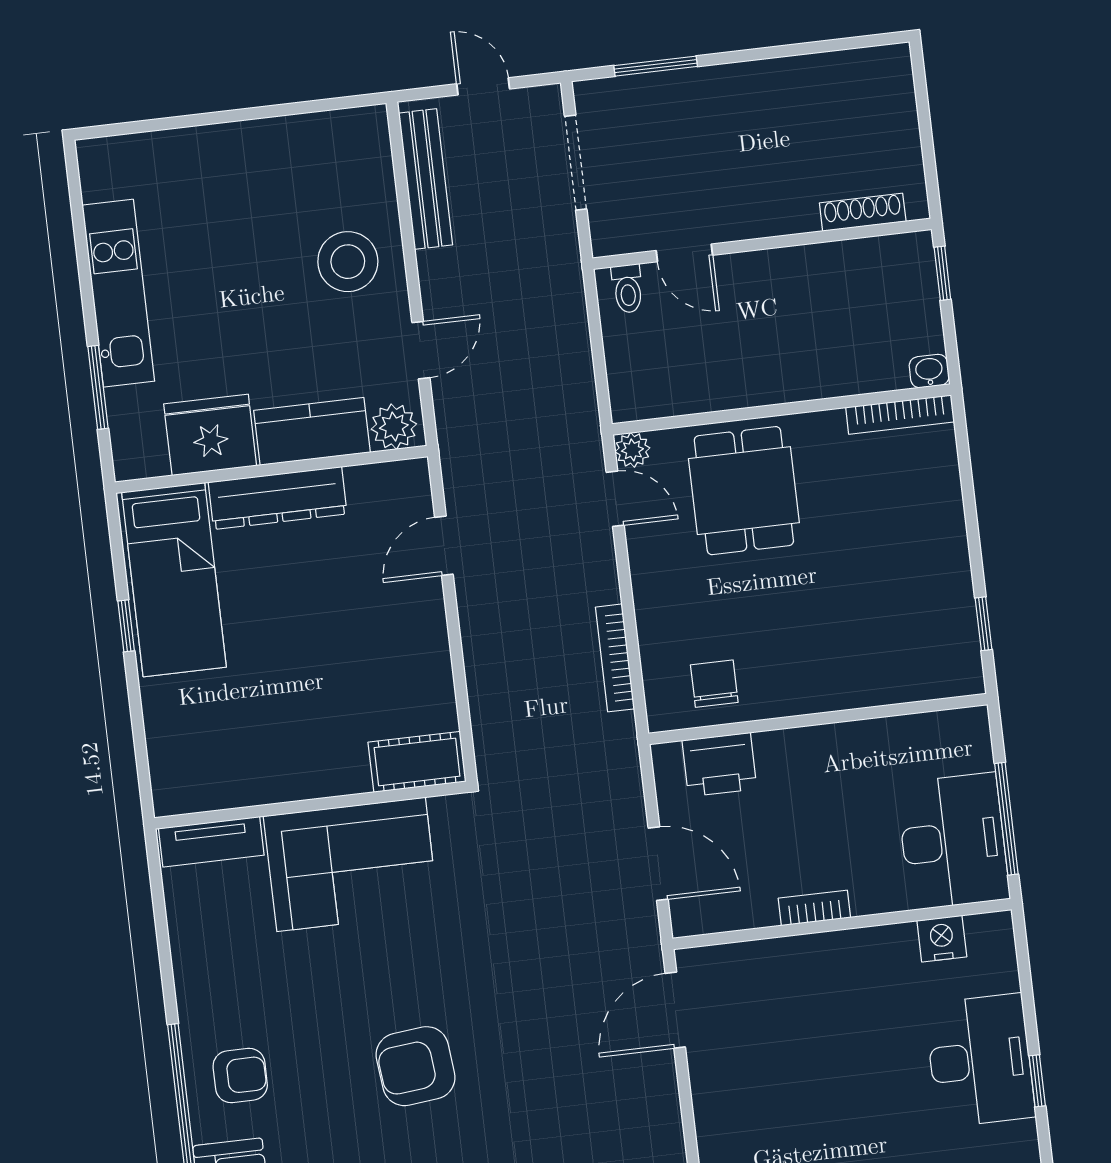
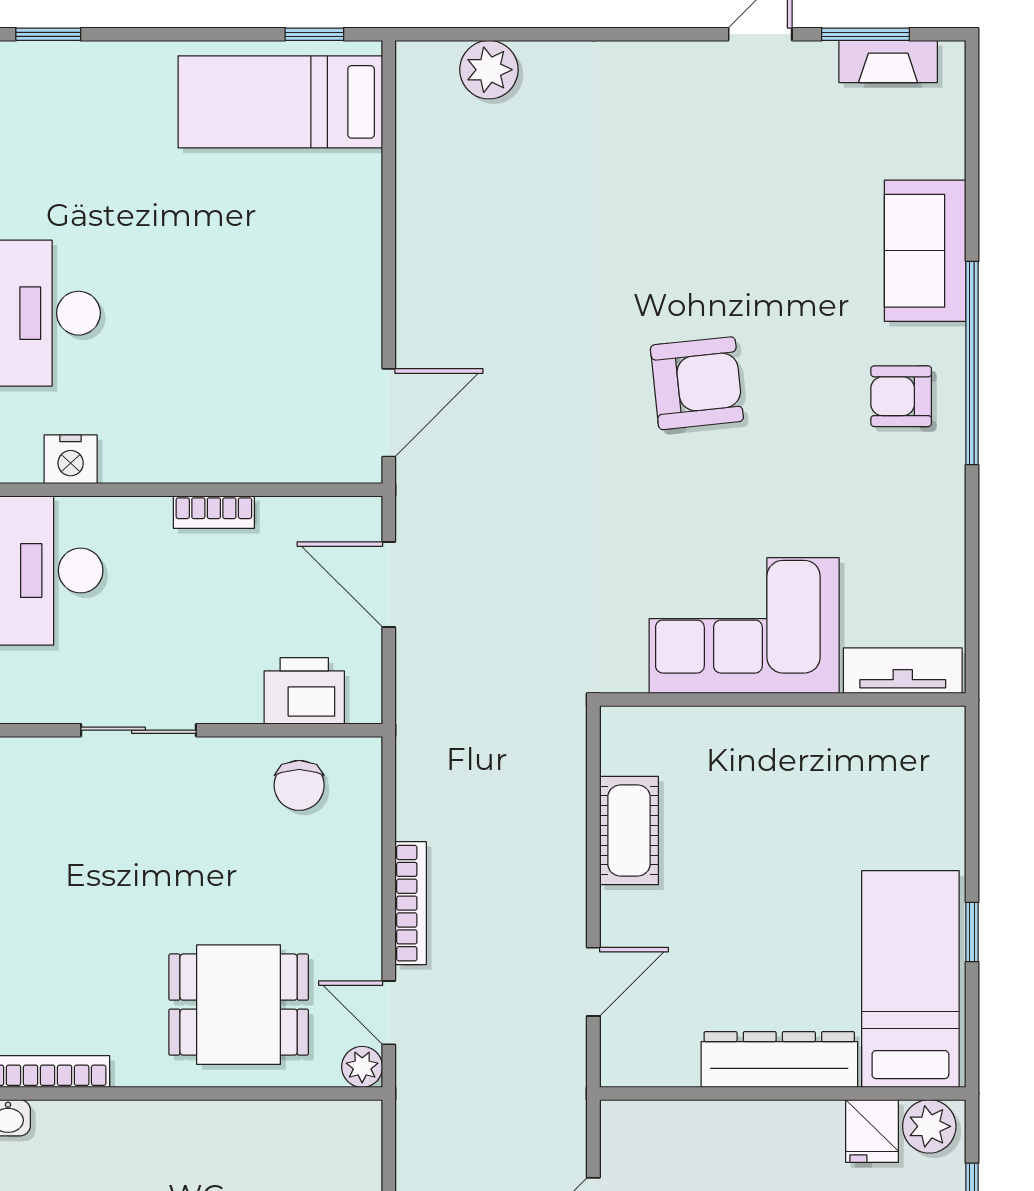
plant: (394, 427) -> (929, 1126), moved
kitchen counter: (312, 431) -> (730, 1132), removed
fridge: (210, 435) -> (872, 1131), width x0.53, depth x0.75
dining table: (744, 491) -> (239, 1005), turned 90
bookcase: (615, 658) -> (411, 903), moved
sliding door: (857, 714) -> (138, 730), added
cot: (417, 762) -> (629, 830), moved, turned 90

